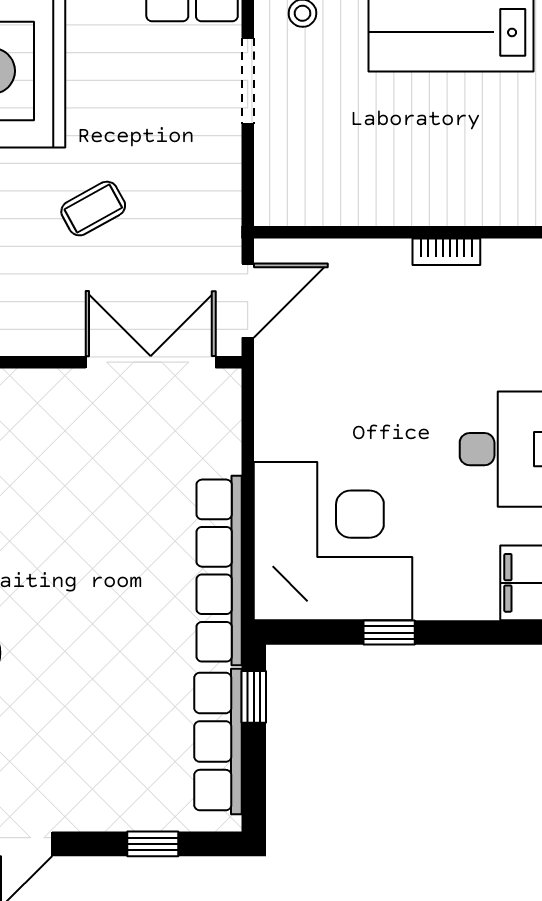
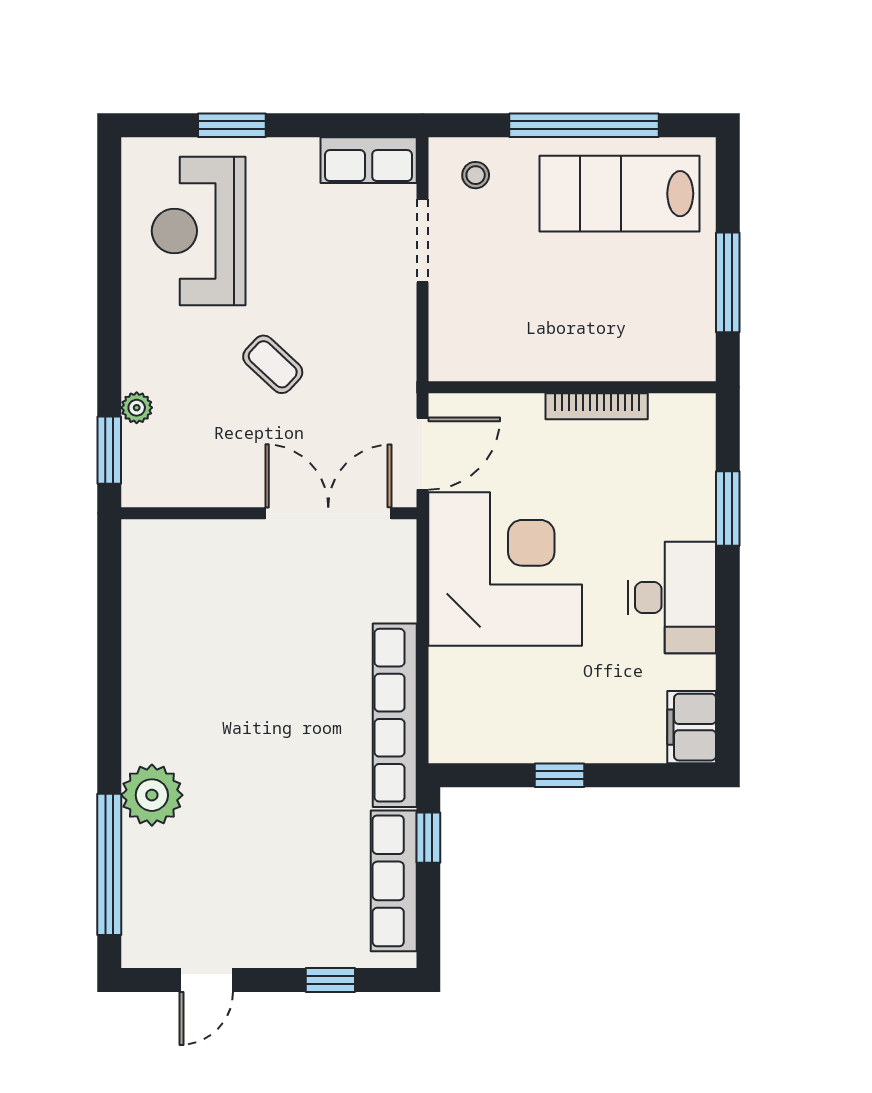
coffee table: (93, 209) -> (273, 364), turned 72
bookcase: (446, 252) -> (597, 406), width x1.56
corner desk: (333, 541) -> (505, 569), moved

